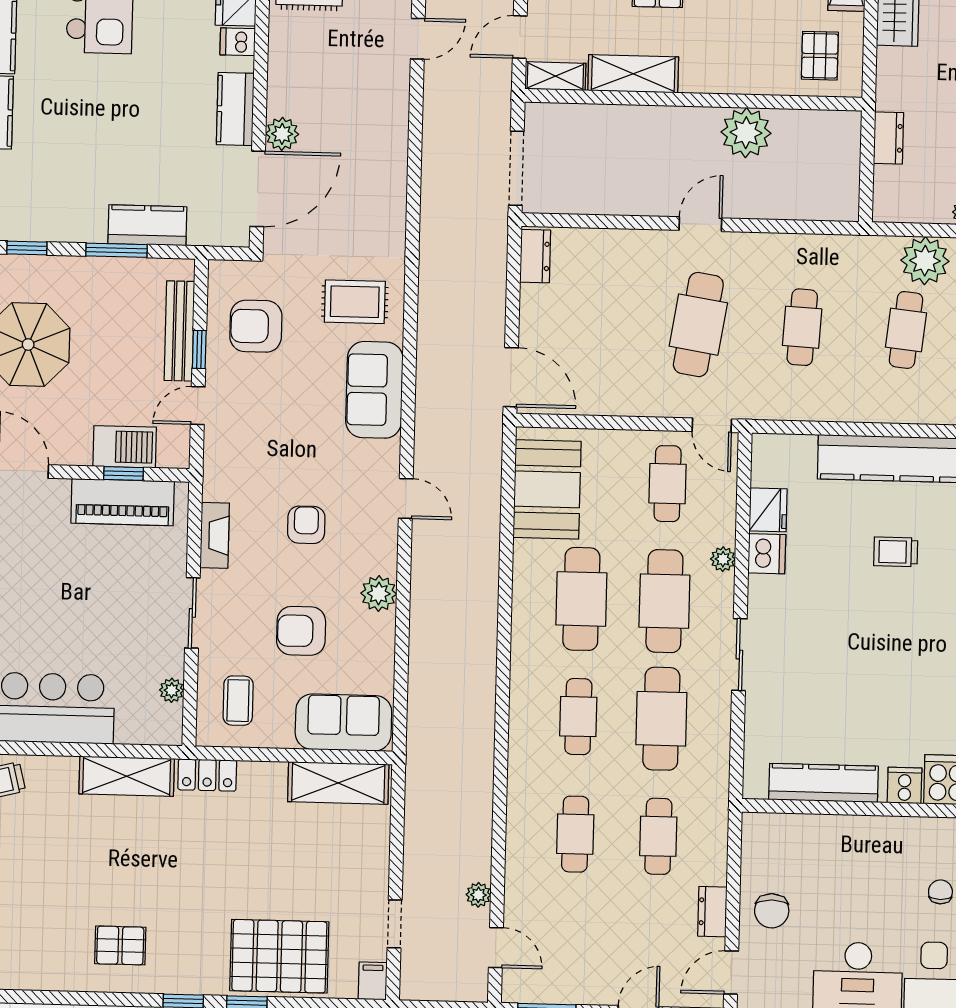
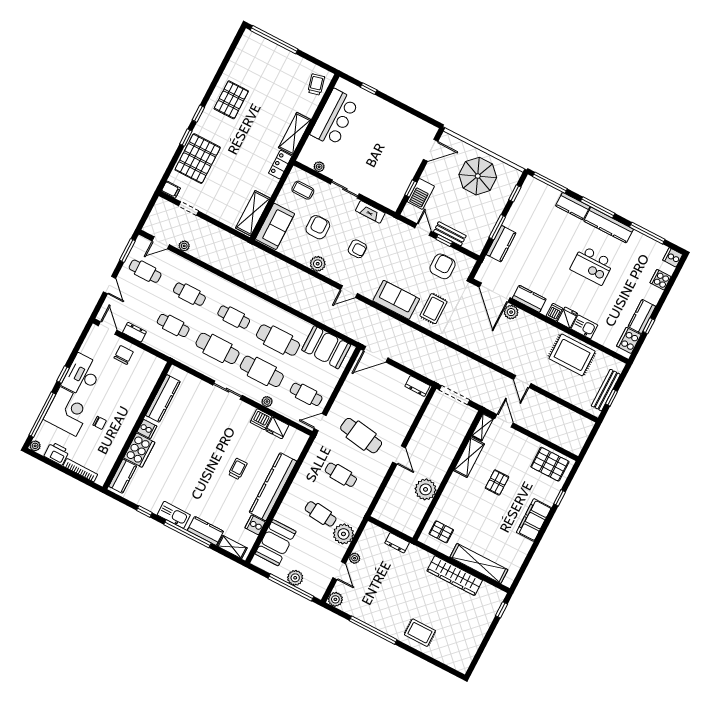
bench: (179, 331) -> (450, 234), width x0.73
piano: (123, 502) -> (400, 183), removed
chair: (772, 911) -> (124, 355), turned 90
pallet: (120, 945) -> (231, 100), width x1.50, depth x1.42
cafe table: (572, 952) -> (145, 271), added

